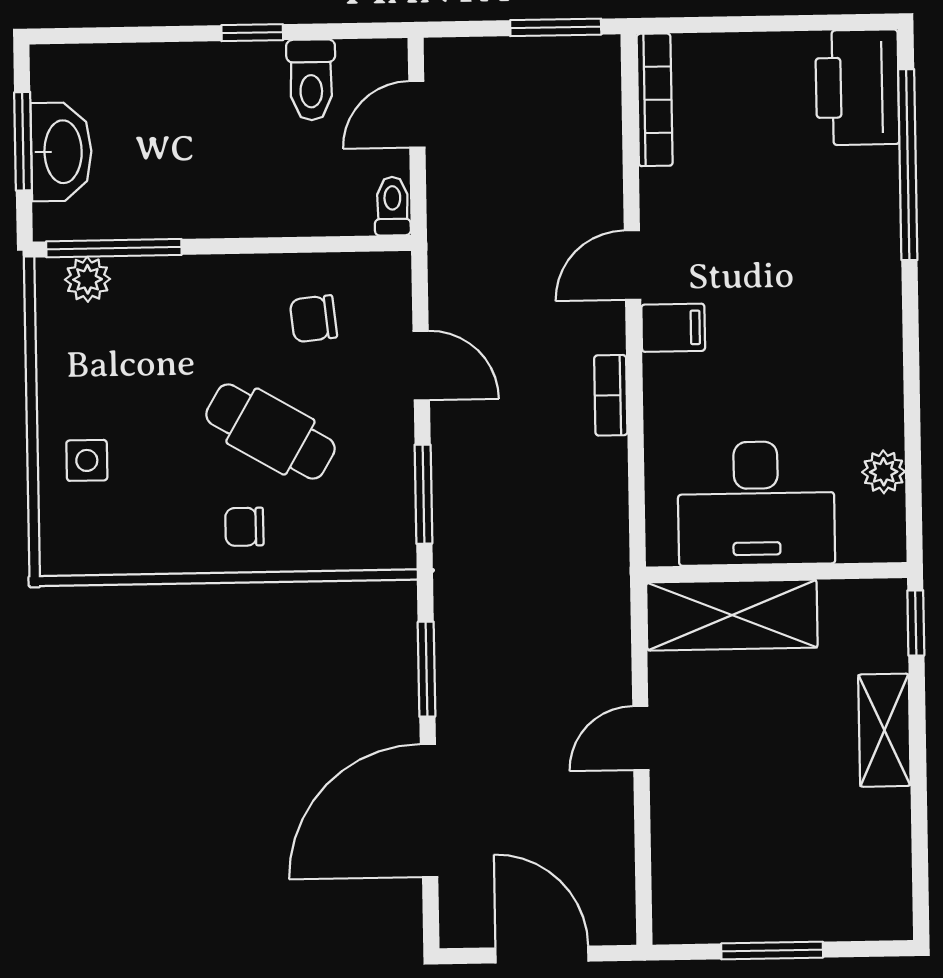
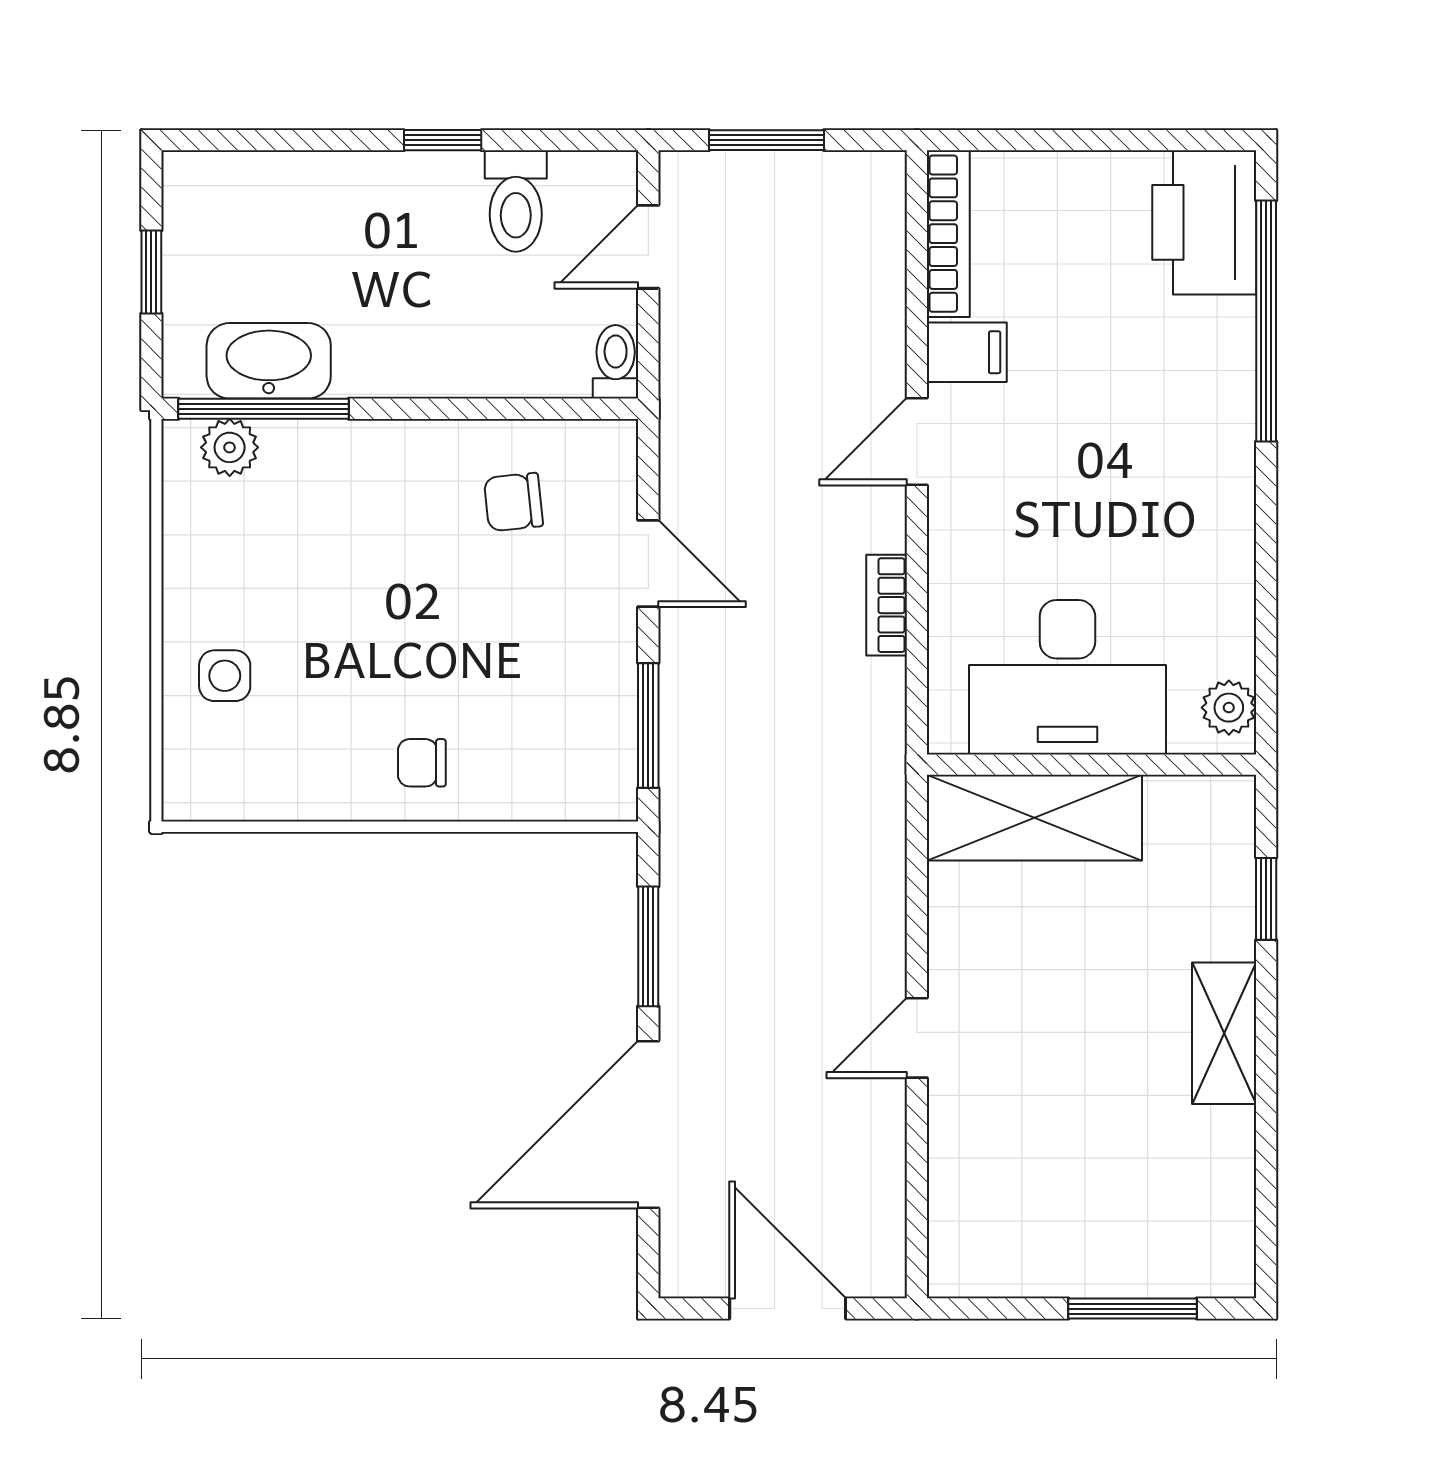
window: (556, 27) -> (767, 140), moved
window: (23, 141) -> (151, 272), width x0.67
washbasin: (61, 152) -> (269, 361), moved, turned -90
filing cabinet: (673, 328) -> (967, 352), moved
cafe table: (270, 432) -> (457, 643), removed
desk: (756, 503) -> (1067, 677), moved
wall: (776, 572) -> (1091, 765), moved
shelving: (732, 615) -> (1034, 818), moved
window: (772, 951) -> (1133, 1309), moved

